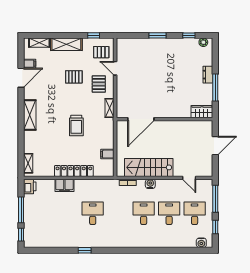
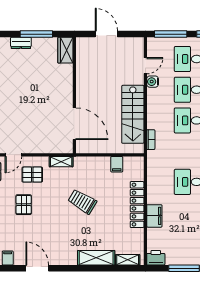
door: (21, 78) -> (37, 268), moved
shelving: (30, 115) -> (96, 258), moved
trolley: (76, 125) -> (82, 202), turned -149
water cooler: (150, 184) -> (153, 82), moved

